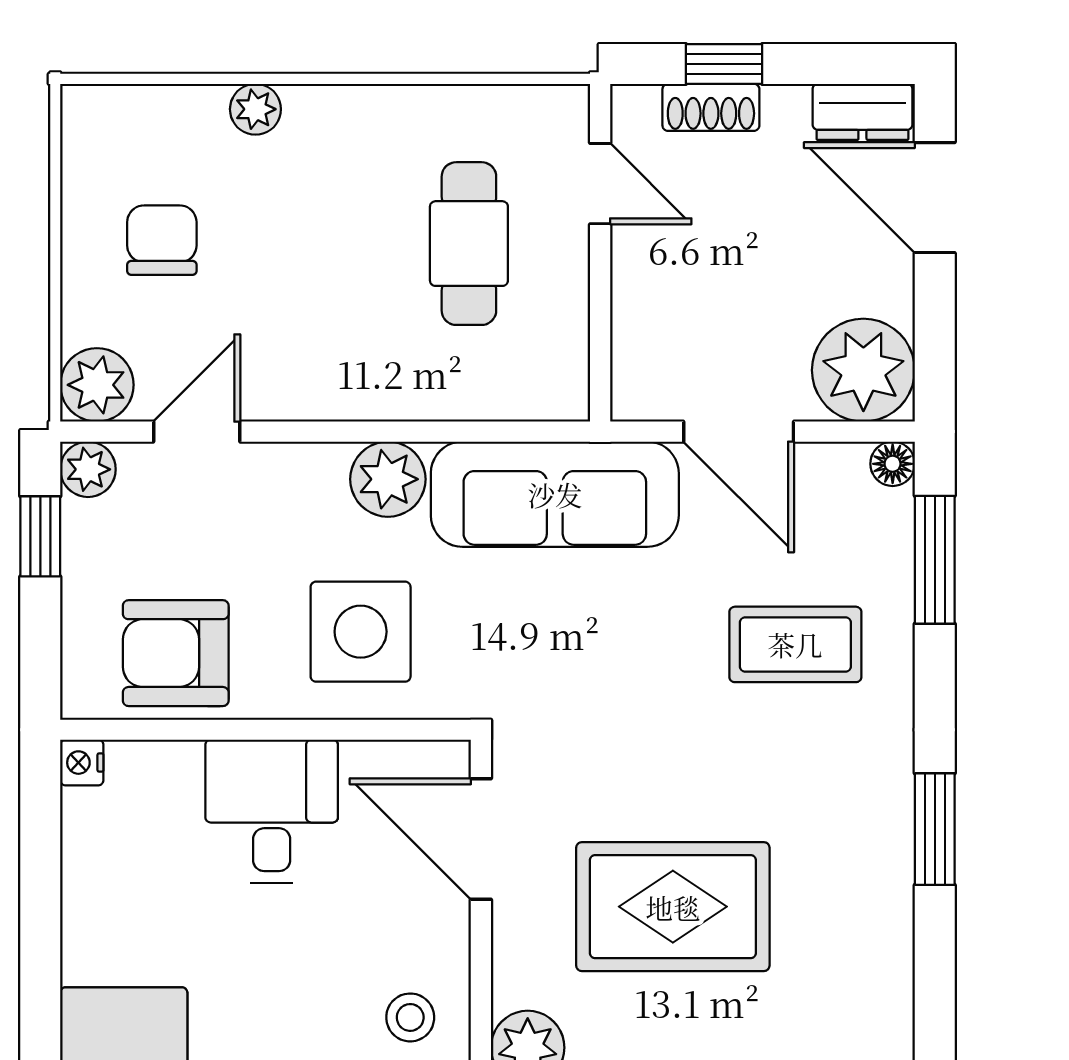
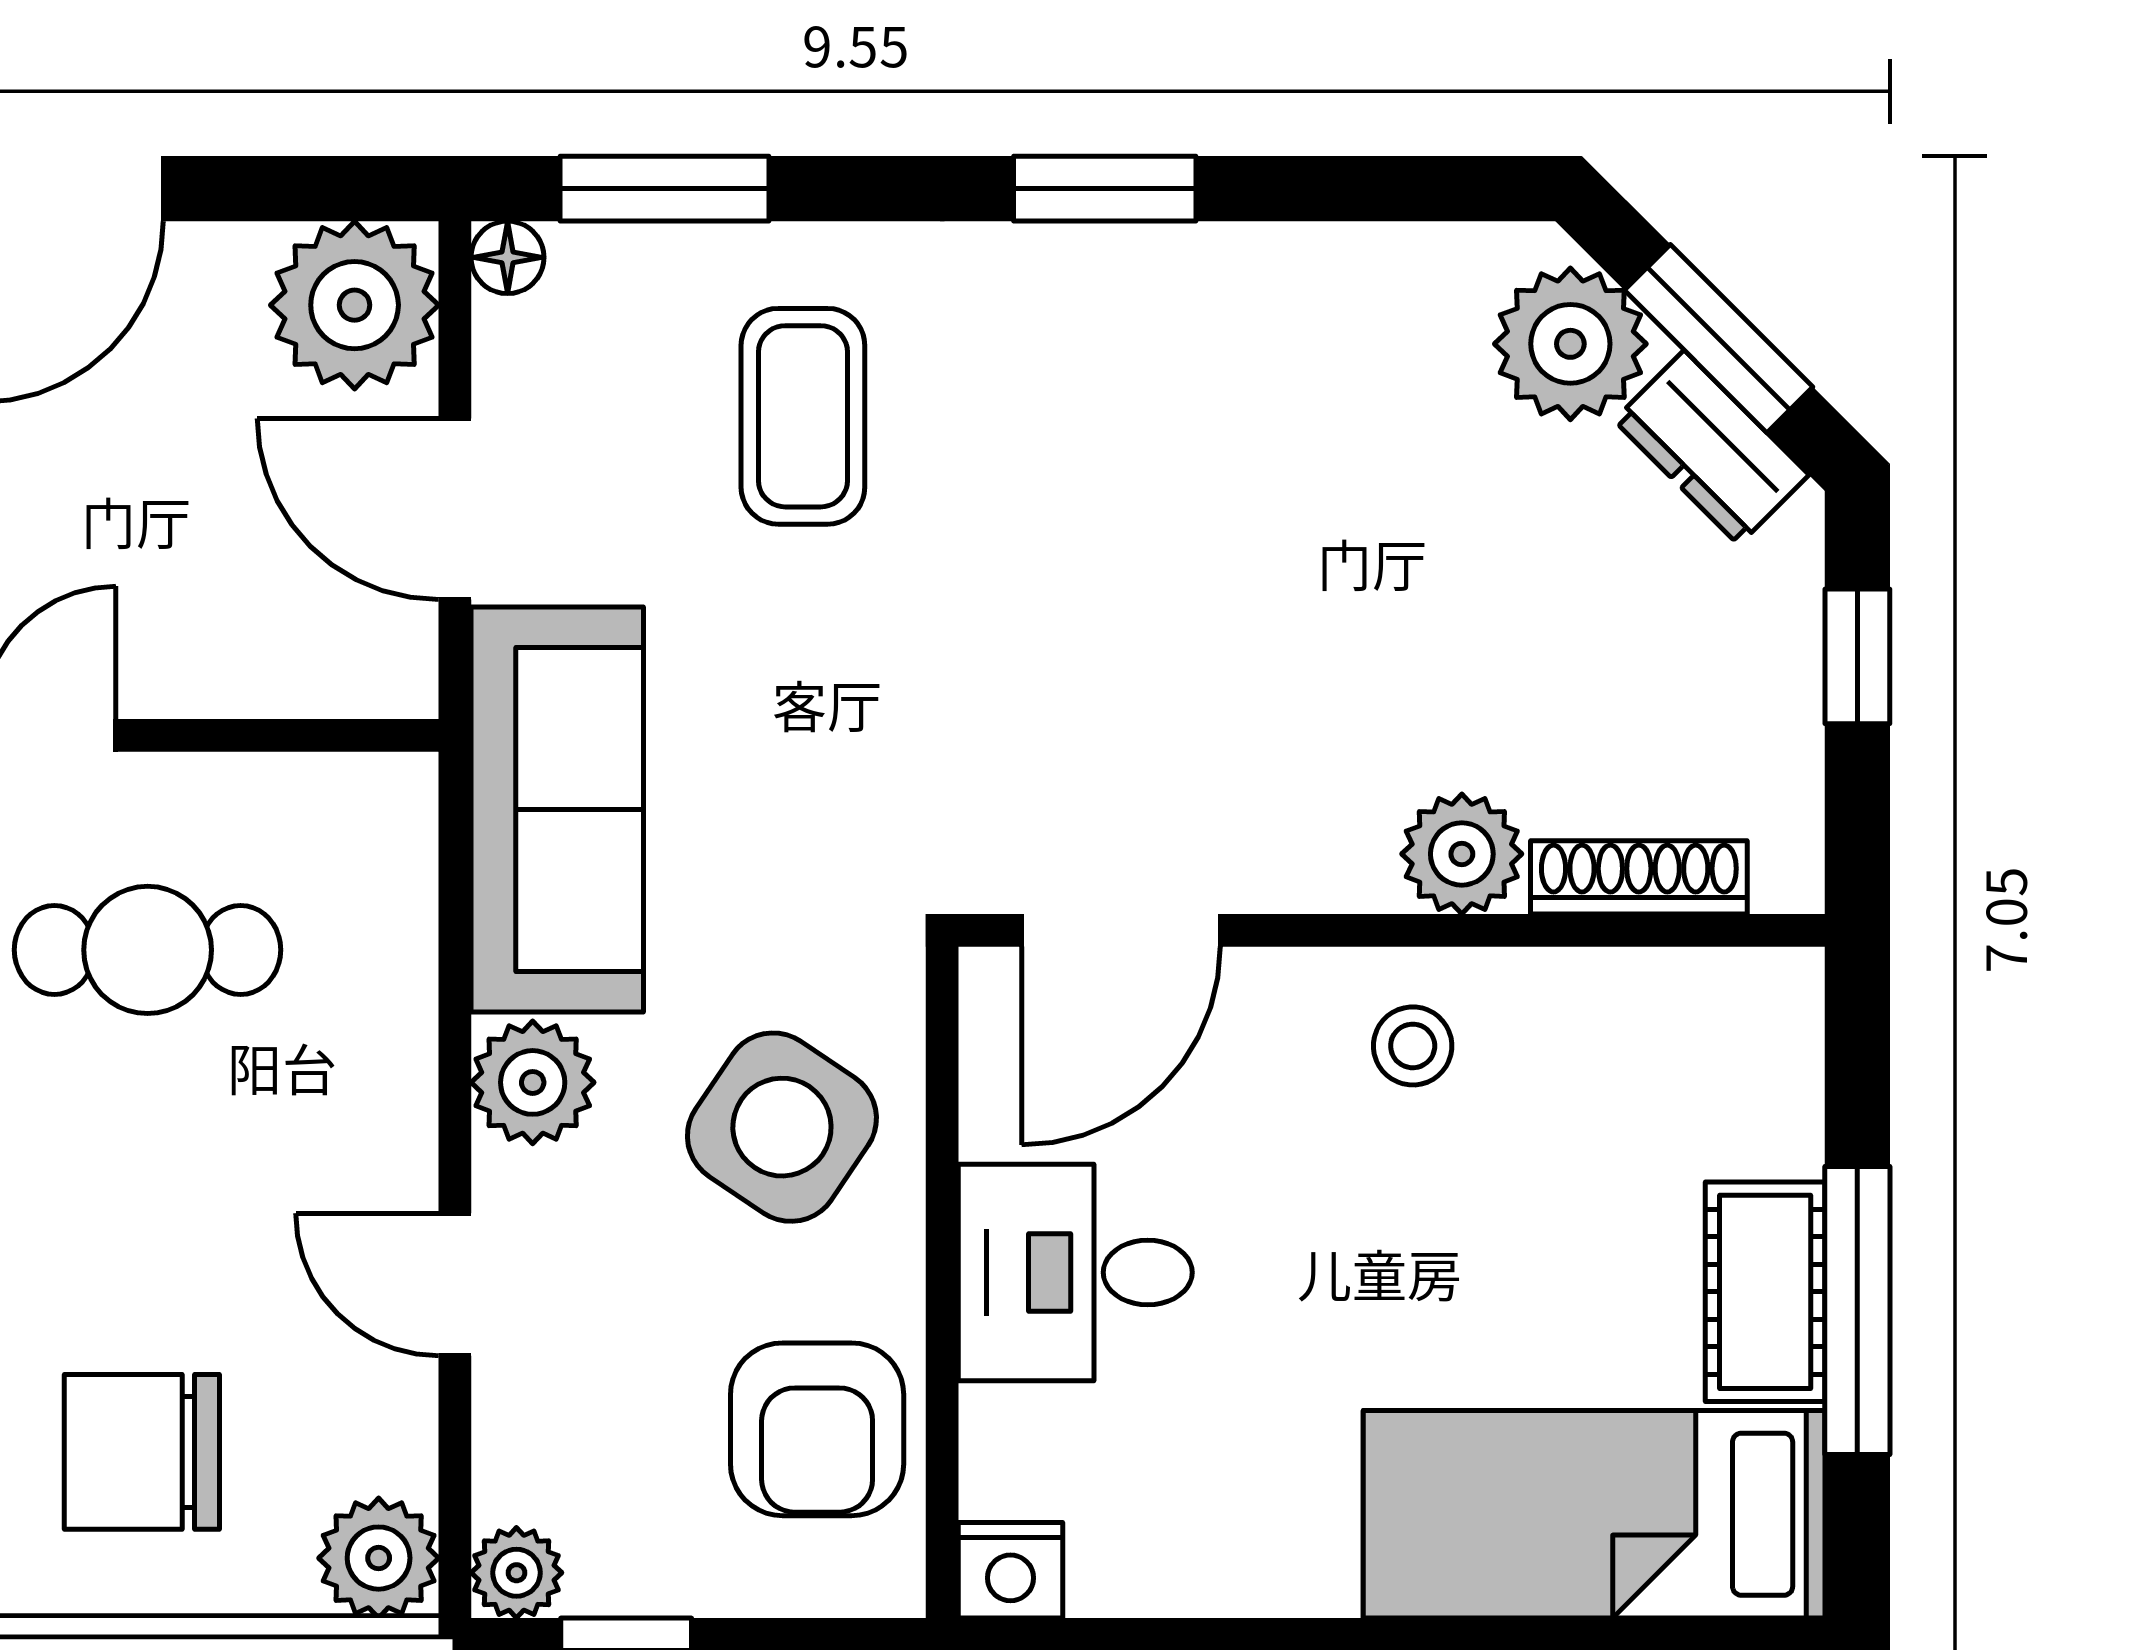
chair: (162, 240) -> (142, 1452), width x1.37, depth x1.37
door: (197, 432) -> (455, 1285), moved
door: (739, 432) -> (455, 509), swing flipped
side table: (361, 632) -> (782, 1127), turned 34
nightstand: (82, 763) -> (1010, 1570), width x1.39, depth x1.35
rug: (673, 907) -> (1231, 617), removed

